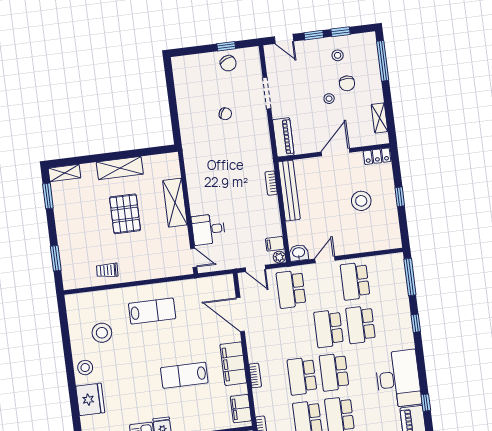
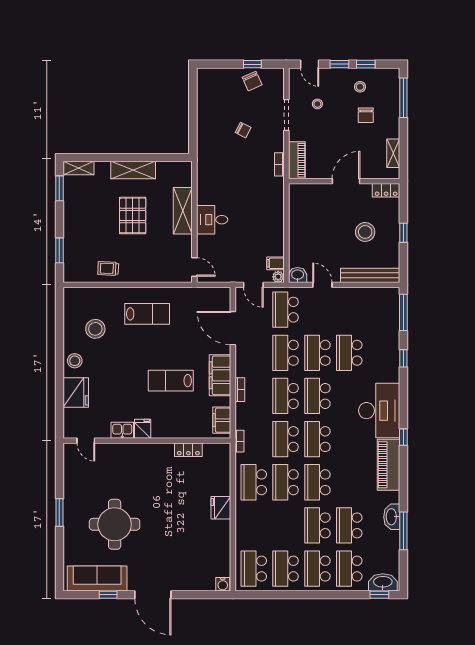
stool: (329, 99) -> (317, 104), moved
bookcase: (271, 183) -> (279, 164), moved
bench: (289, 191) -> (370, 275), moved, turned 90
desk: (208, 229) -> (212, 220), moved
door: (325, 260) -> (322, 285), hinge flipped
school desk: (355, 281) -> (286, 353), moved

